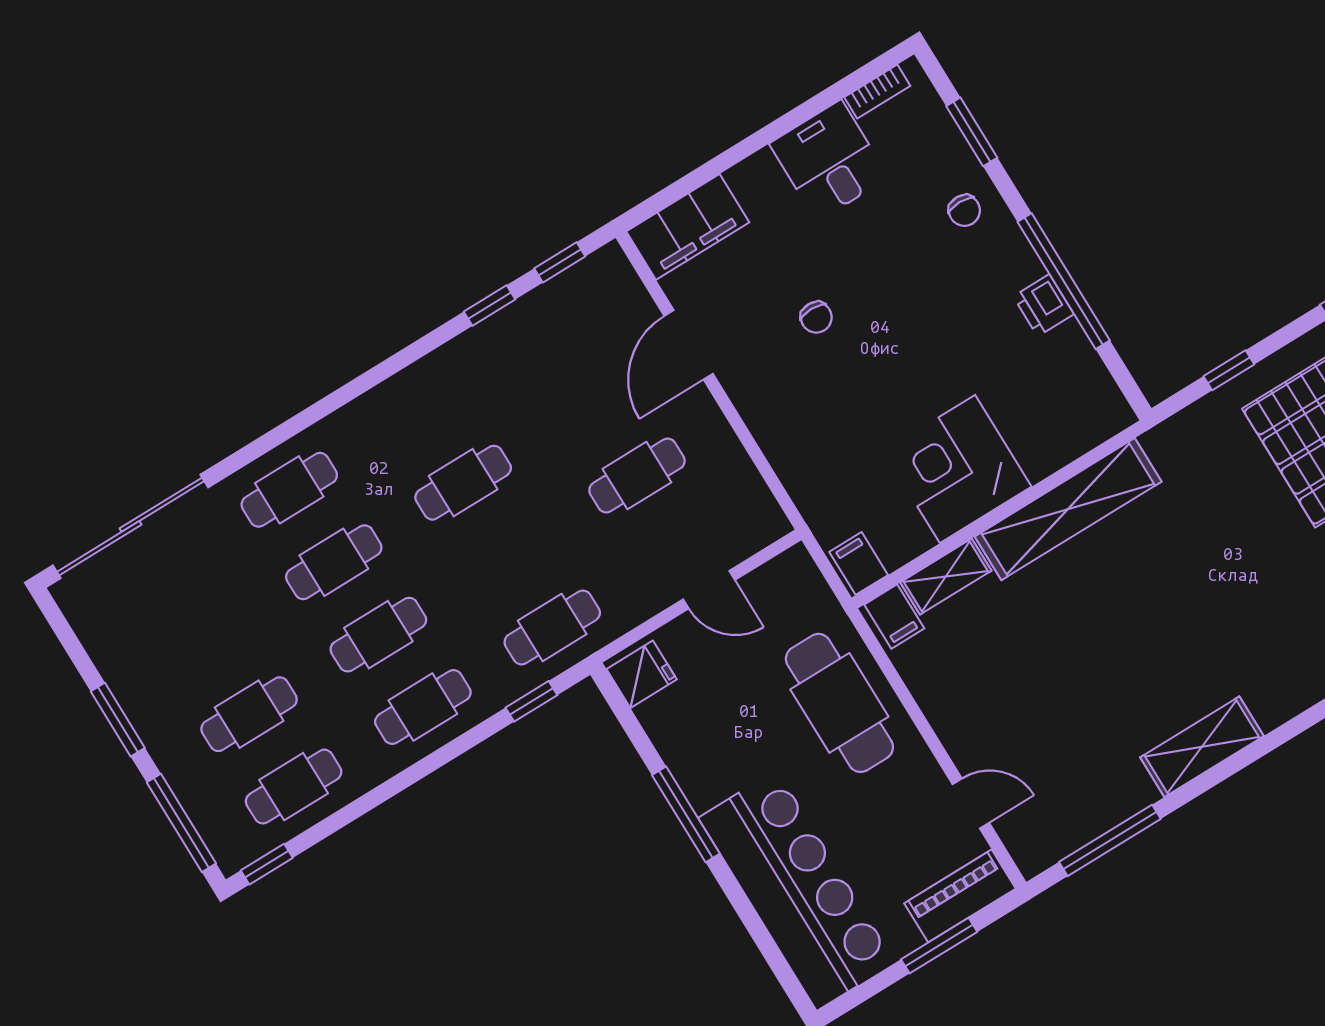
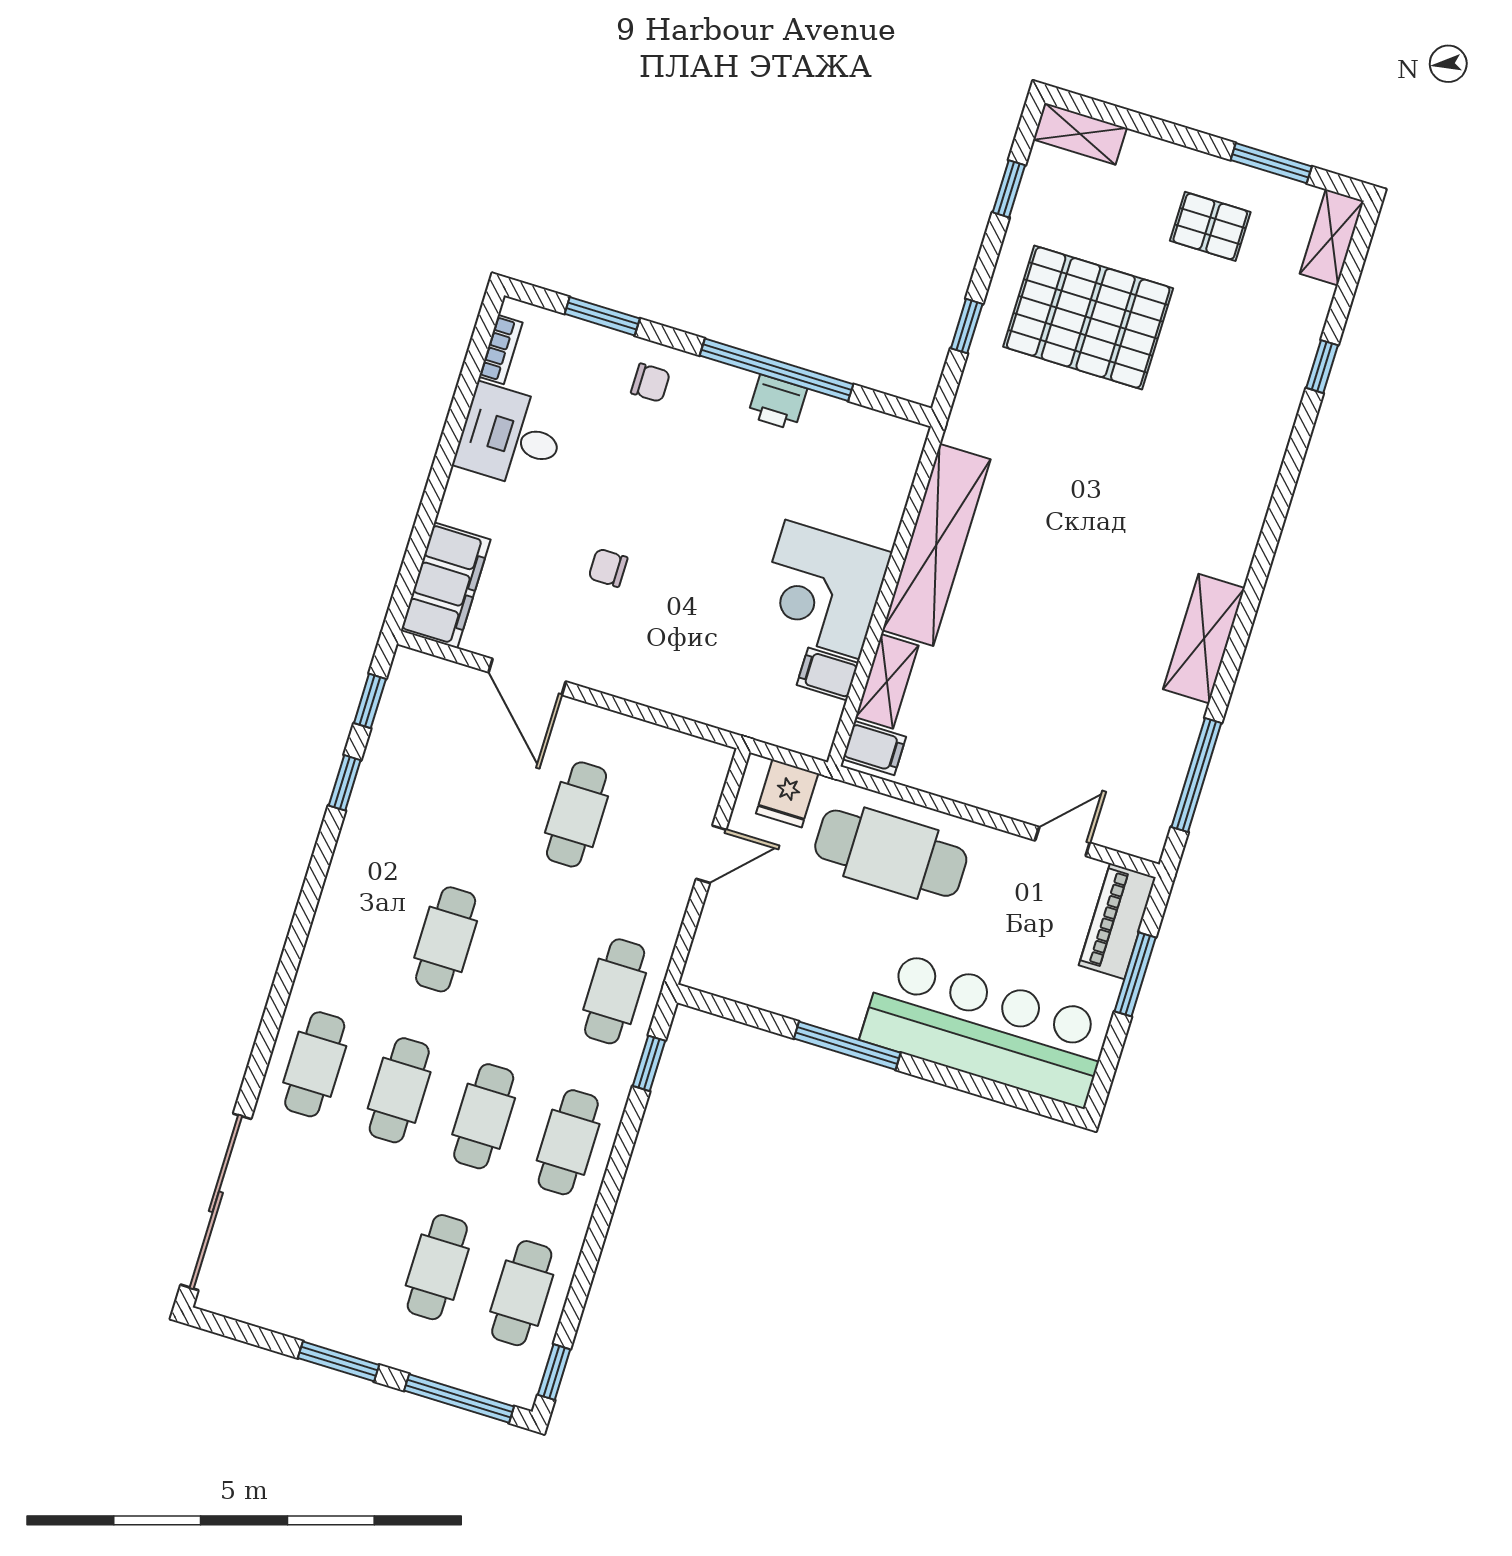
chair: (816, 317) -> (608, 568), turned 180
filing cabinet: (859, 563) -> (828, 674), moved
fridge: (642, 674) -> (787, 793), moved, turned 180

